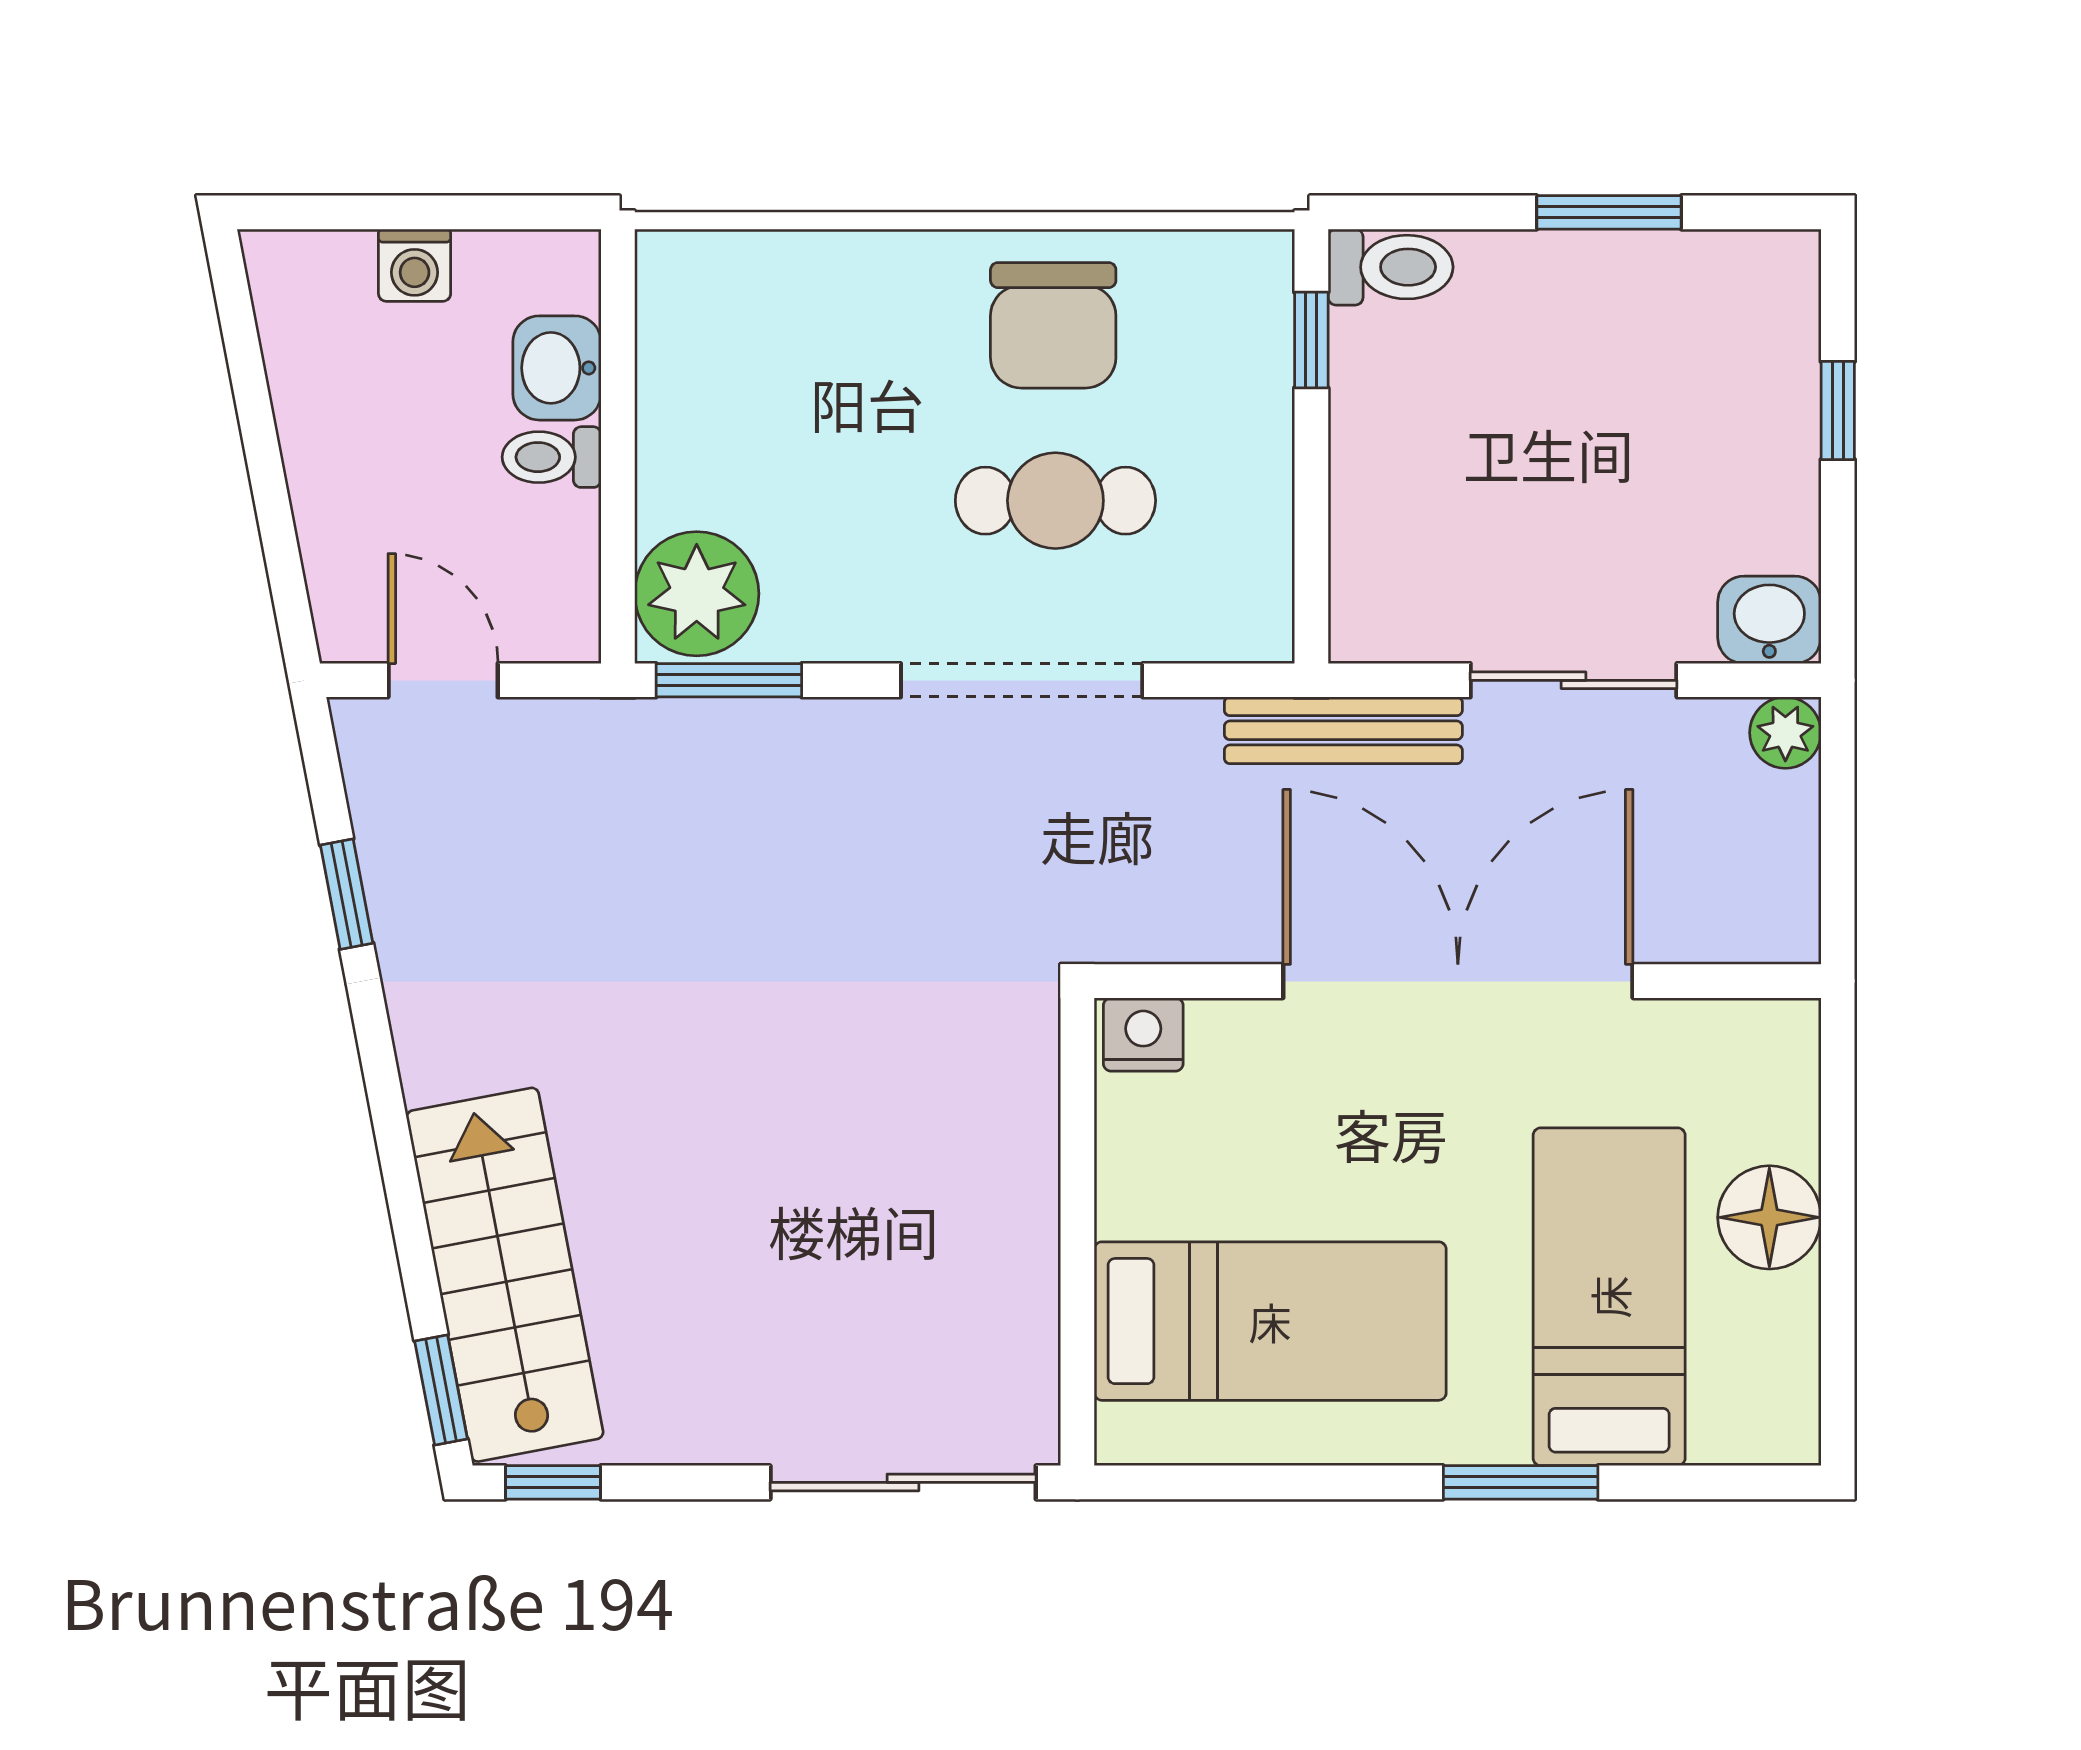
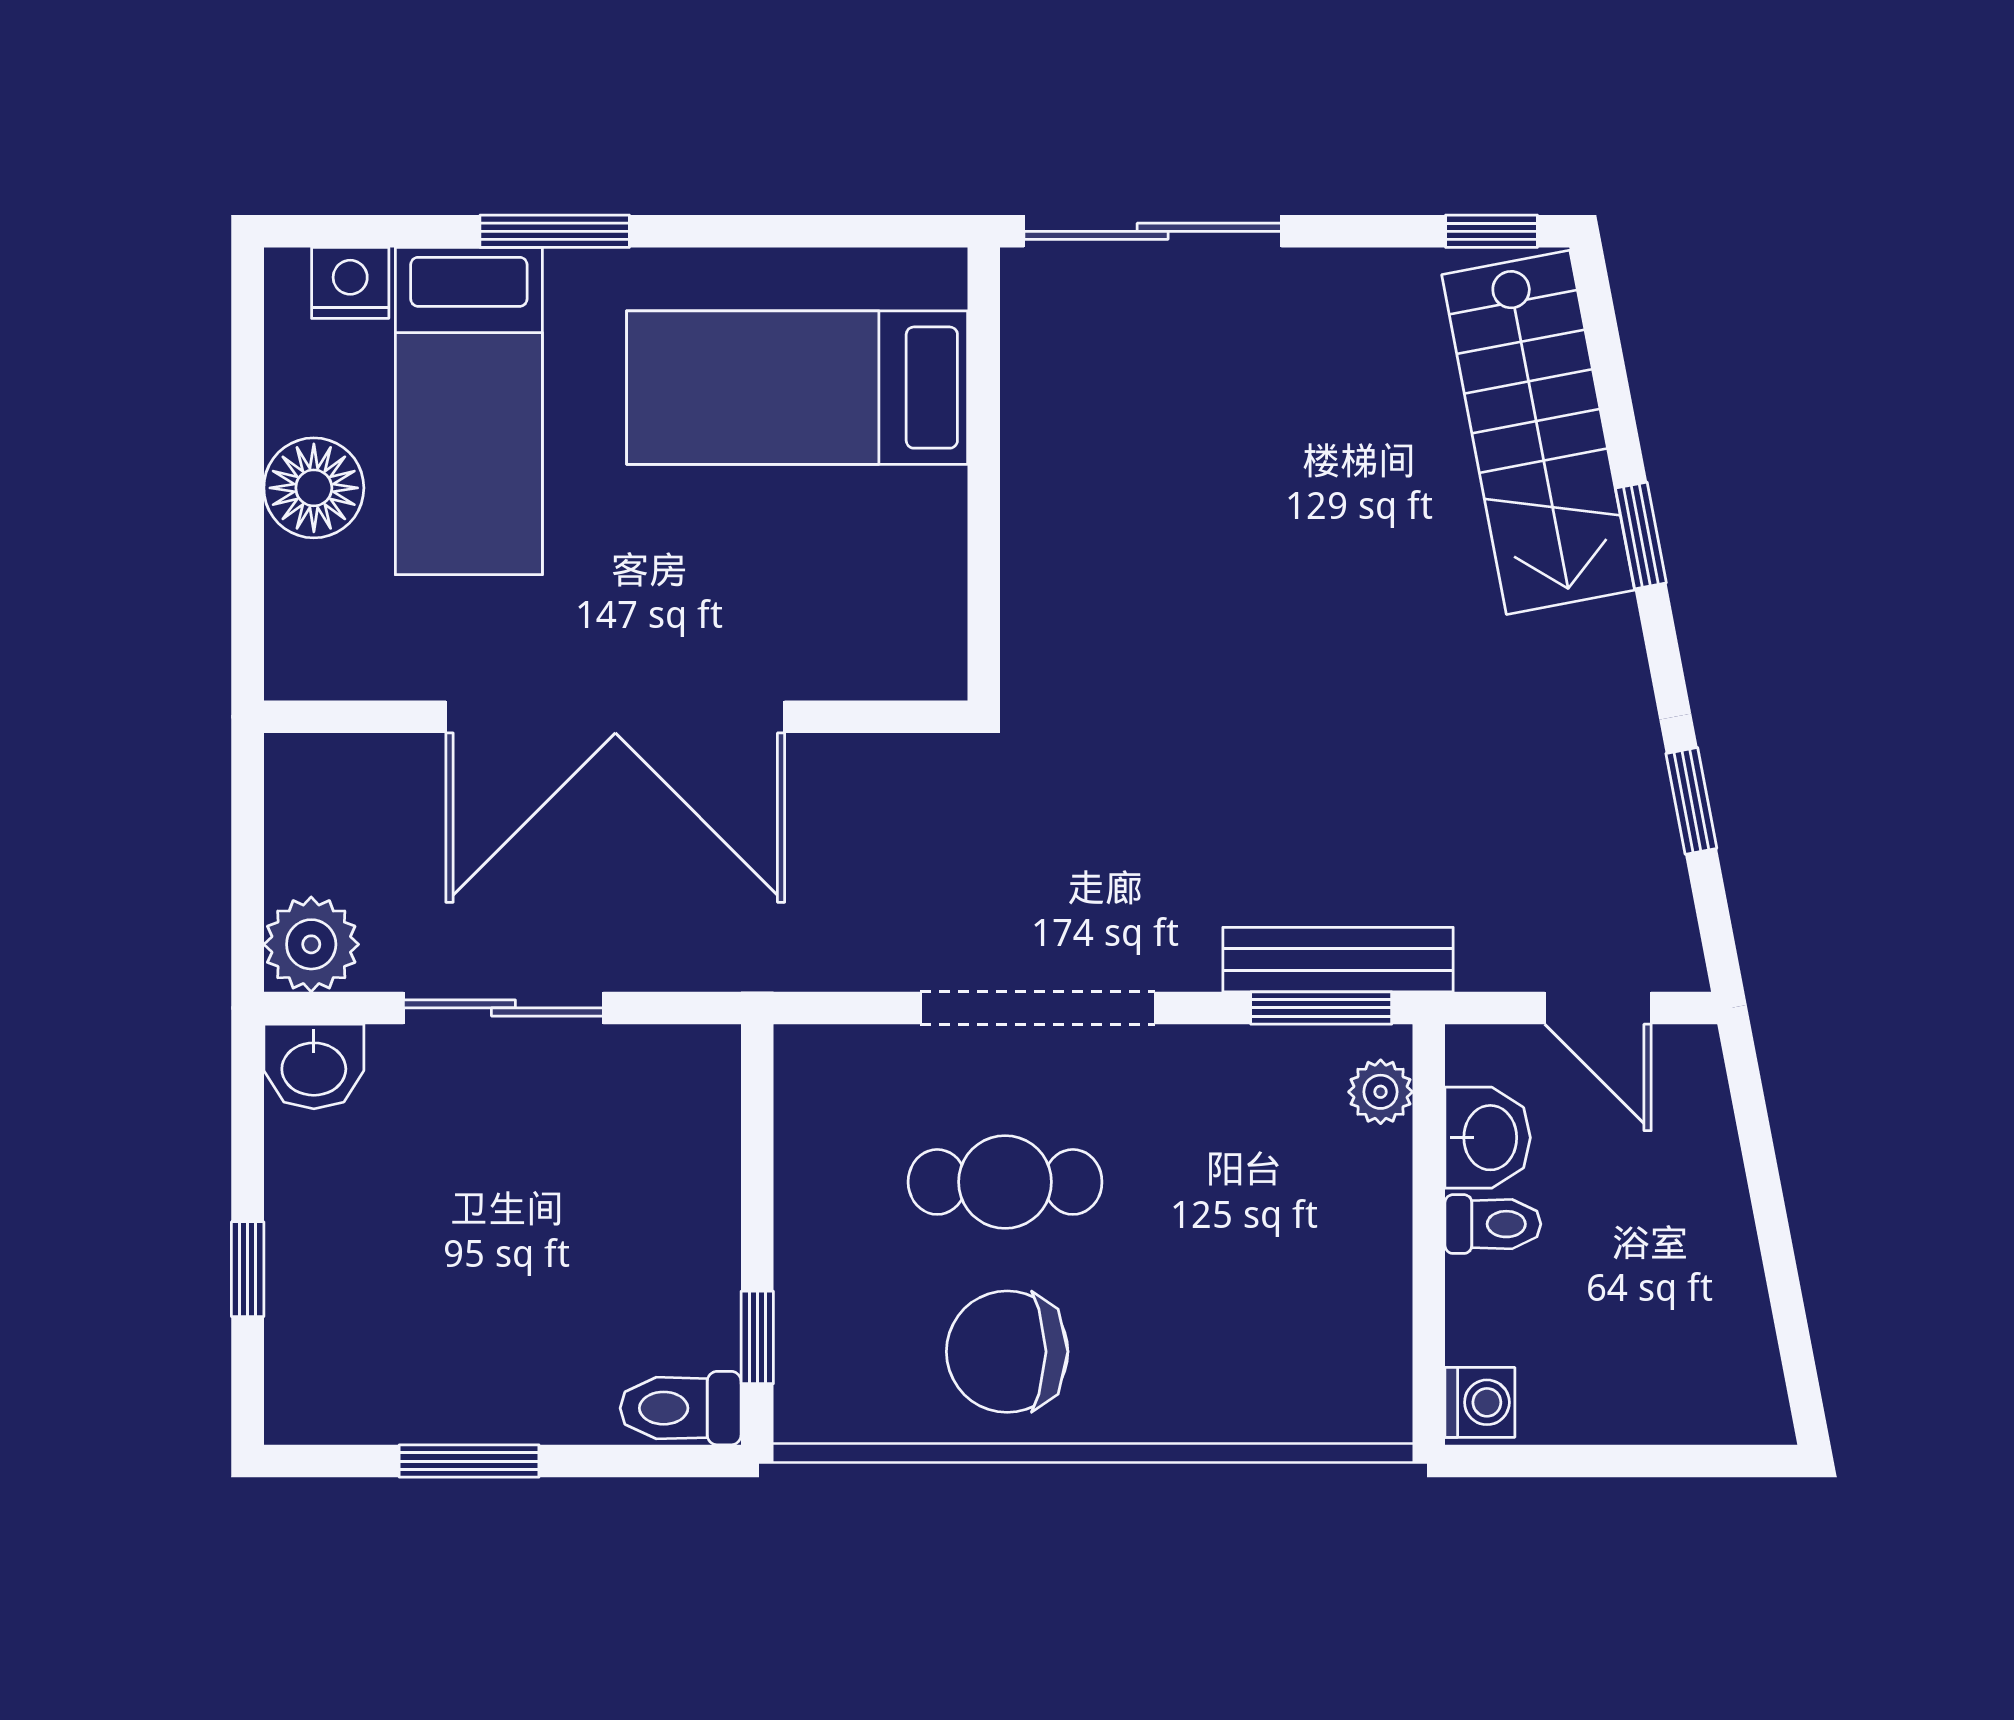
washing machine: (415, 265) -> (1480, 1402), moved, turned 90
chair: (1053, 325) -> (1007, 1352), turned -90
washbasin: (557, 368) -> (1488, 1138), moved
plant: (697, 594) -> (1381, 1092), width x0.53, depth x0.53
bench: (1343, 730) -> (1338, 960), moved
plant: (1785, 733) -> (311, 944), width x1.38, depth x1.38
nightstand: (1143, 1034) -> (350, 283), moved, turned 180
window: (441, 1390) -> (1641, 536), moved

